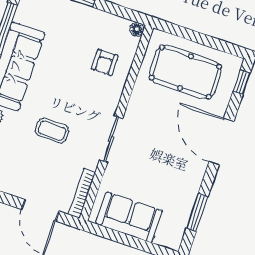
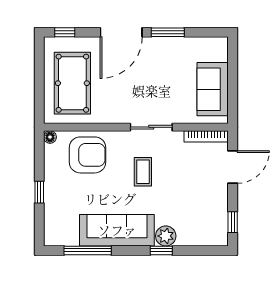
armchair: (105, 62) -> (87, 155), width x1.88, depth x1.88
coffee table: (52, 131) -> (143, 172), moved
window: (197, 212) -> (168, 32), moved

